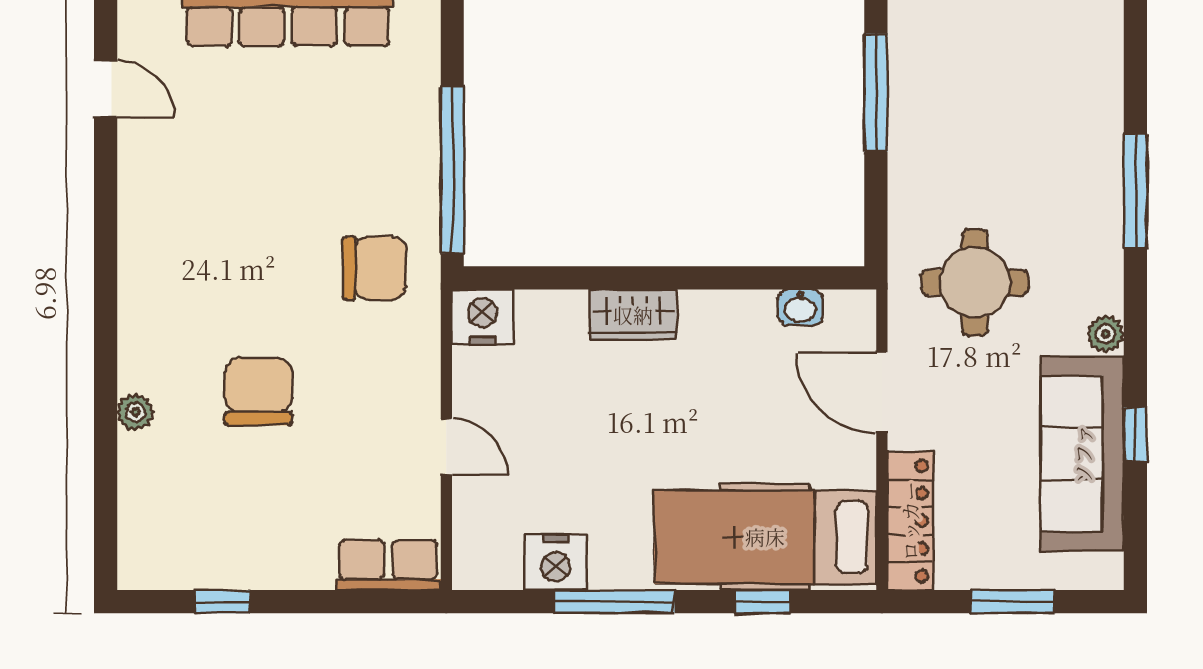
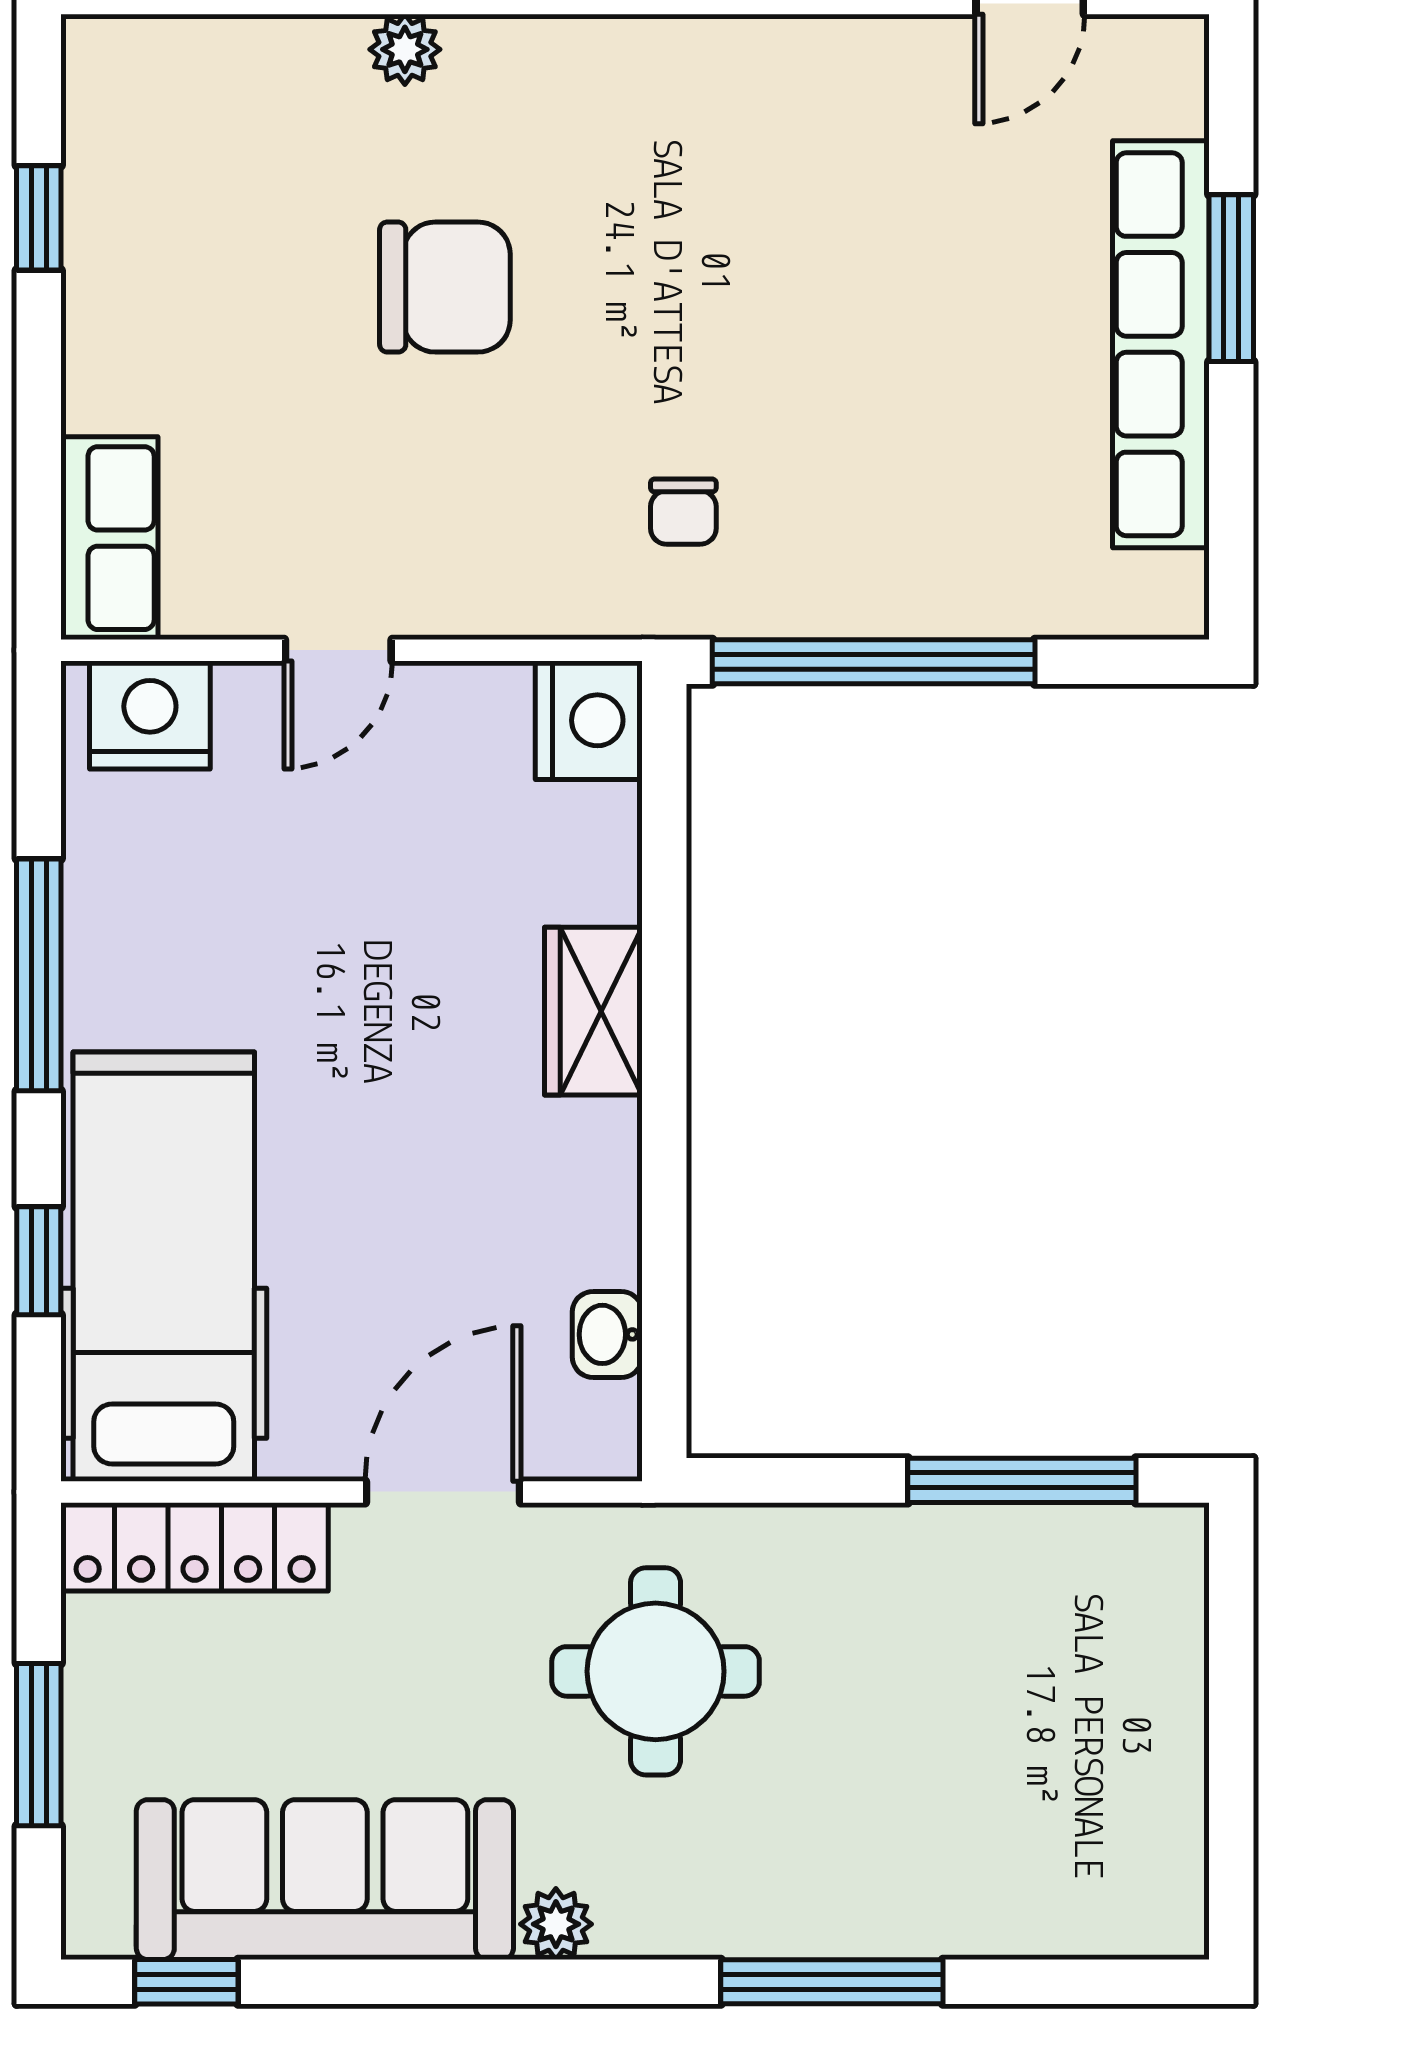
chair: (375, 268) -> (683, 512), width x0.54, depth x0.54
window: (1135, 434) -> (186, 1982), moved
nightstand: (556, 562) -> (150, 715), moved, turned 90

